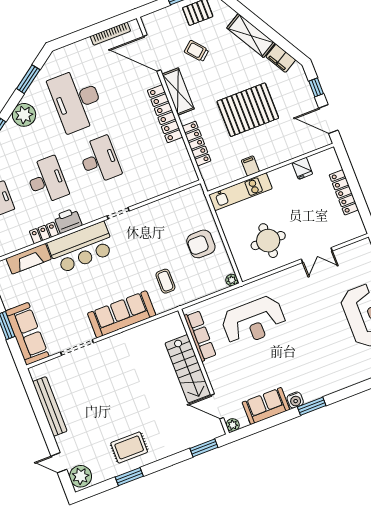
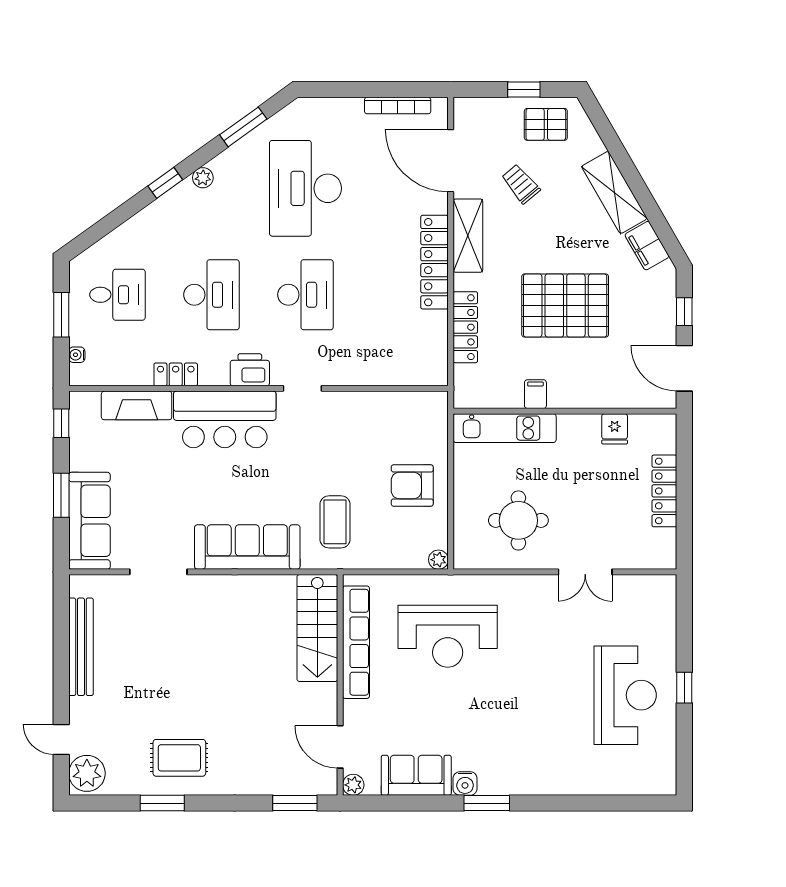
plant: (24, 115) -> (203, 178), width x0.53, depth x0.53
printer: (68, 221) -> (250, 370), moved
coffee table: (165, 281) -> (335, 522), width x1.36, depth x1.30
row of seats: (200, 336) -> (356, 642), width x1.36
stairs: (188, 369) -> (317, 628), moved

